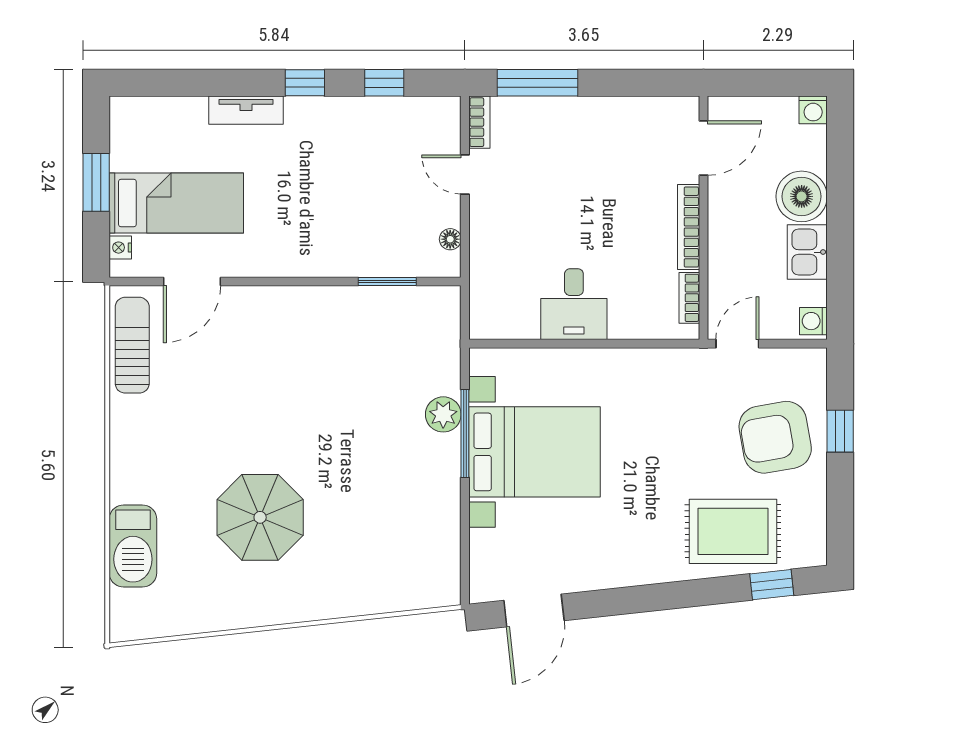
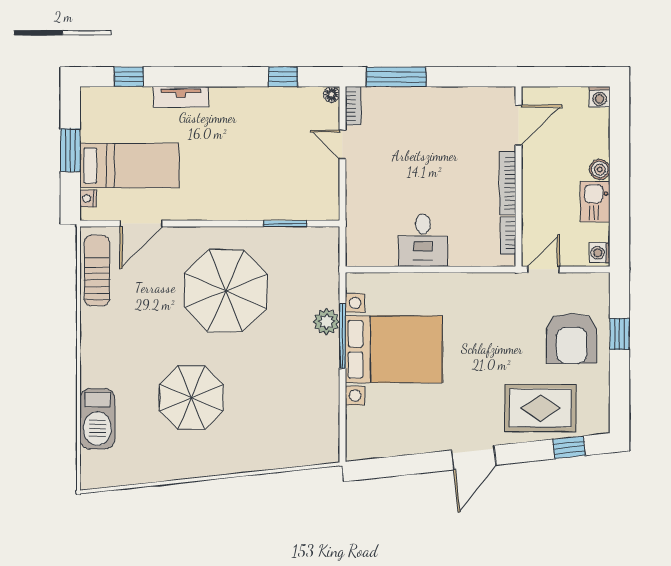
window: (305, 83) -> (129, 77), moved
boiler: (802, 196) -> (600, 169), width x0.54, depth x0.54
floor lamp: (450, 239) -> (332, 94), moved
parasol: (307, 373) -> (226, 291), added
armchair: (775, 437) -> (572, 339), turned -80
door: (534, 610) -> (474, 458), moved

